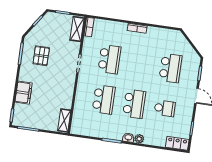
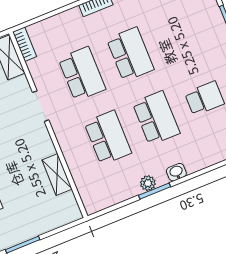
school desk: (170, 68) -> (130, 54), moved
shelving: (64, 120) -> (57, 175), moved
plant: (139, 139) -> (148, 183), moved

